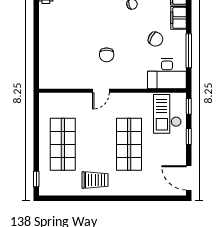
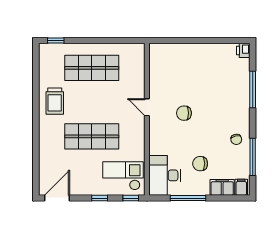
chair: (156, 39) -> (200, 164), turned 61

